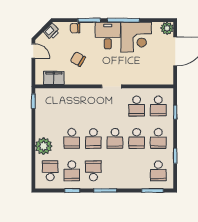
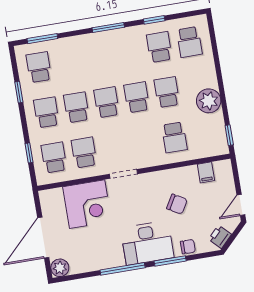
desk: (108, 35) -> (147, 243), width x1.37
corner desk: (136, 37) -> (87, 204), moved, turned 180
door: (33, 51) -> (241, 205), hinge flipped
filing cabinet: (54, 78) -> (206, 172), width x0.50
plant: (44, 146) -> (209, 101), moved
school desk: (93, 171) -> (174, 137), moved

